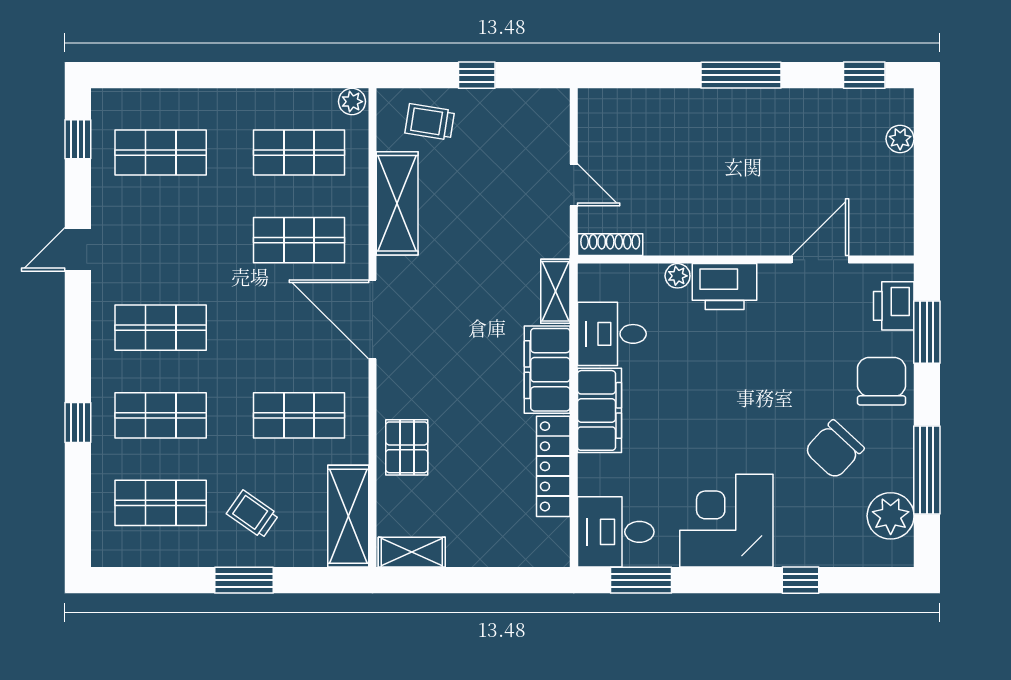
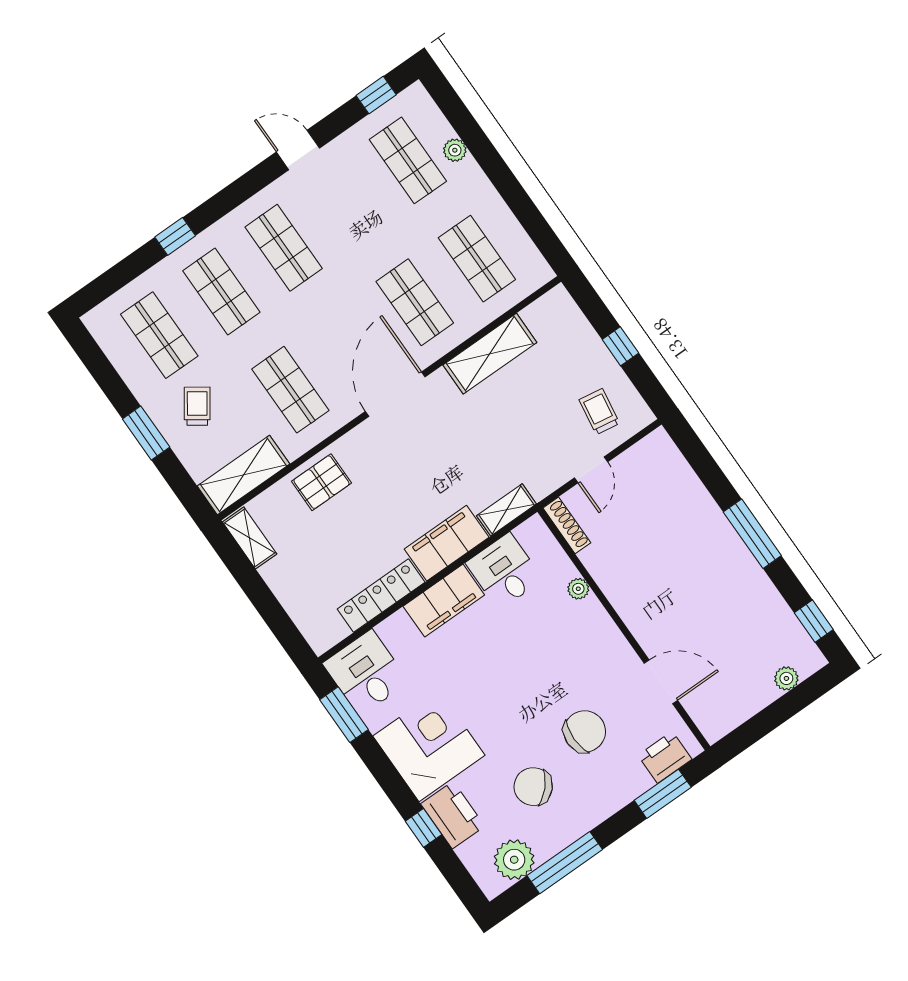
plant: (352, 102) -> (455, 150), moved
trolley: (430, 122) -> (599, 412), moved
printer: (725, 286) -> (453, 815), moved, turned 180
chair: (882, 381) -> (585, 731), moved

